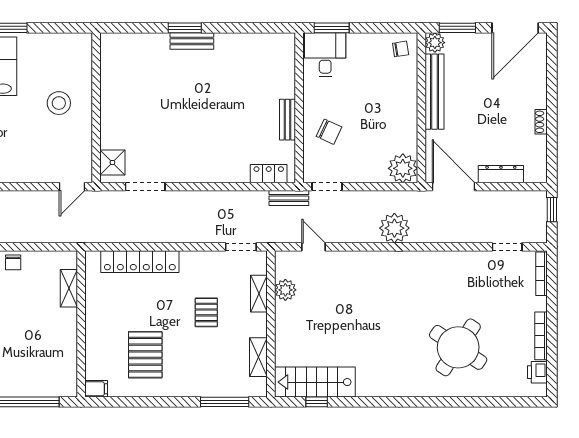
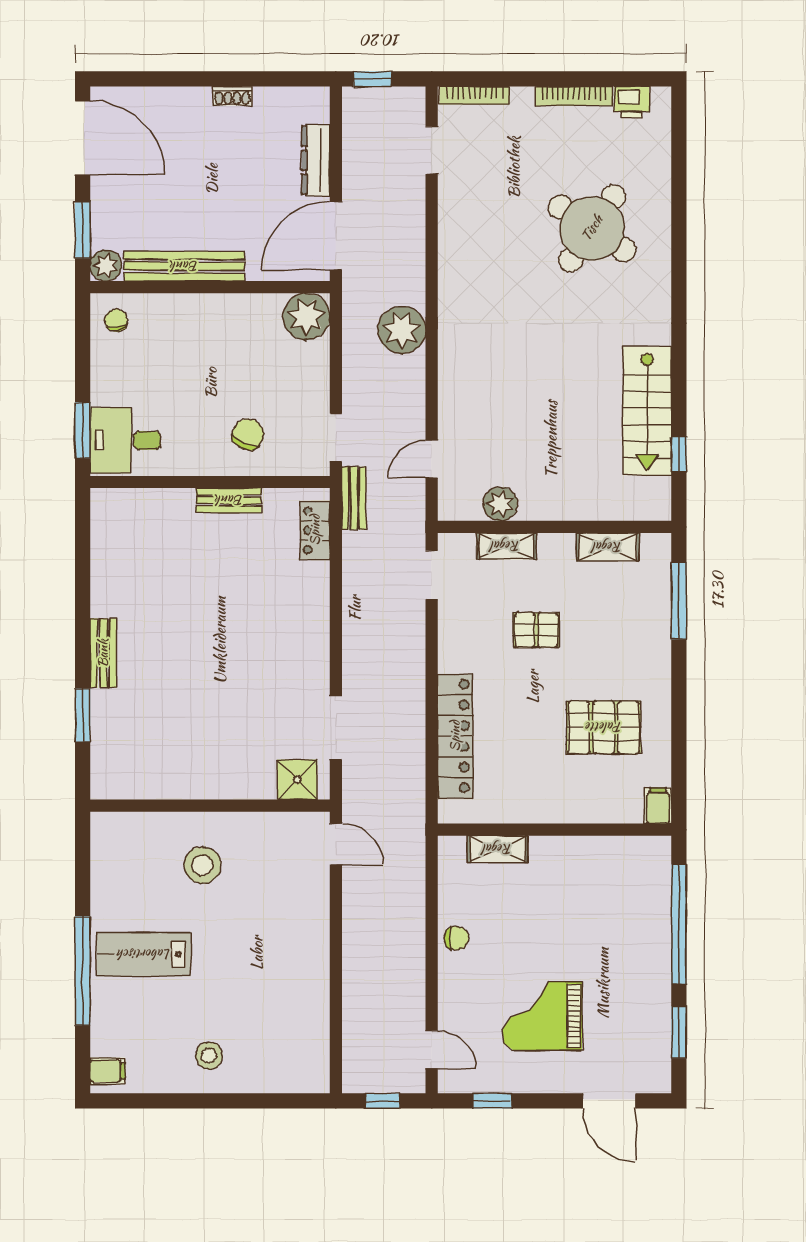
window: (185, 28) -> (83, 715), moved
stairs: (315, 382) -> (647, 411), moved

